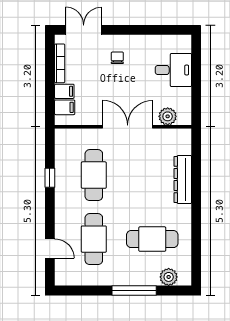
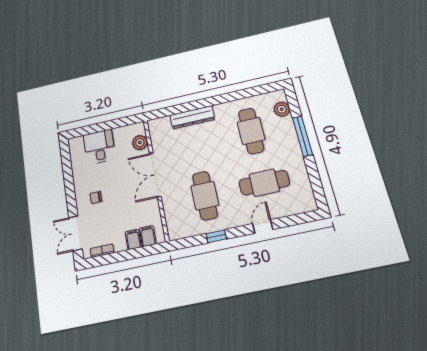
bookcase: (60, 63) -> (102, 251), width x0.64
cafe table: (94, 175) -> (205, 196), turned 90
door: (50, 248) -> (263, 226), moved

